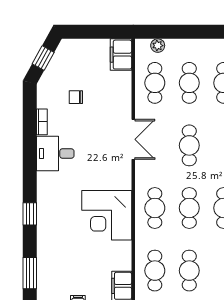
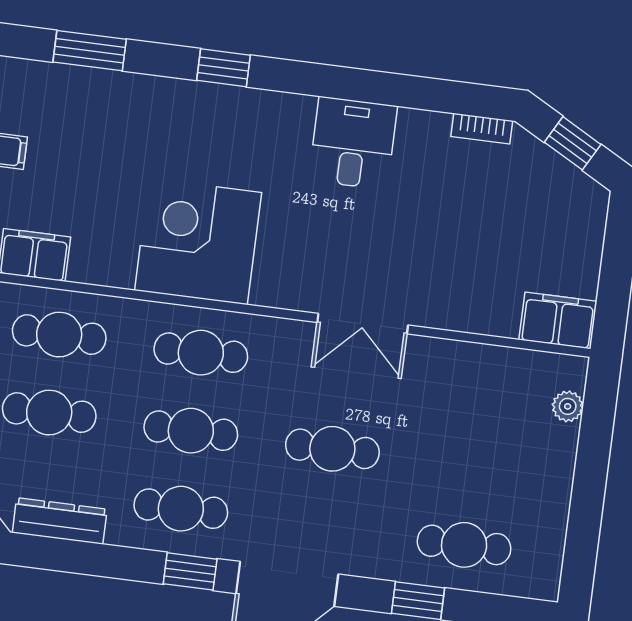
cafe table: (155, 83) -> (484, 389), removed
cafe table: (189, 83) -> (474, 467), removed
chair: (76, 97) -> (475, 206), removed
bookcase: (42, 122) -> (482, 129), moved

